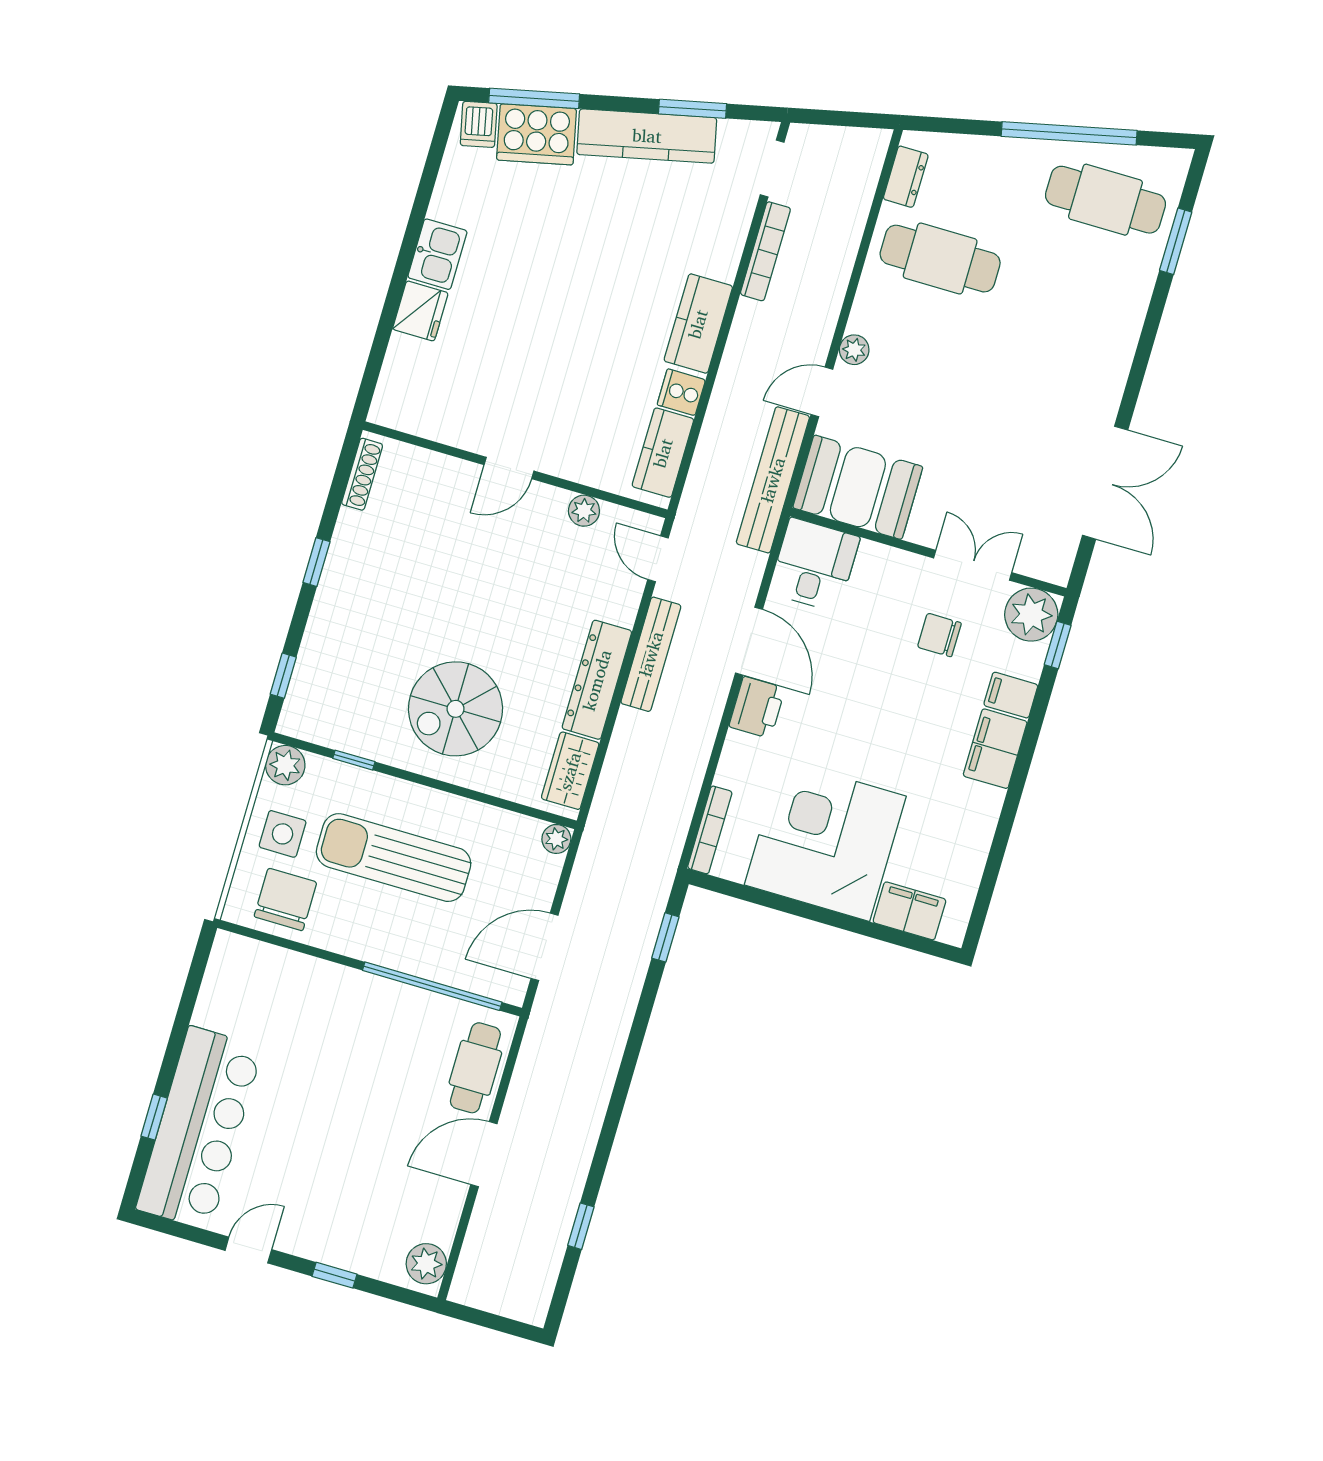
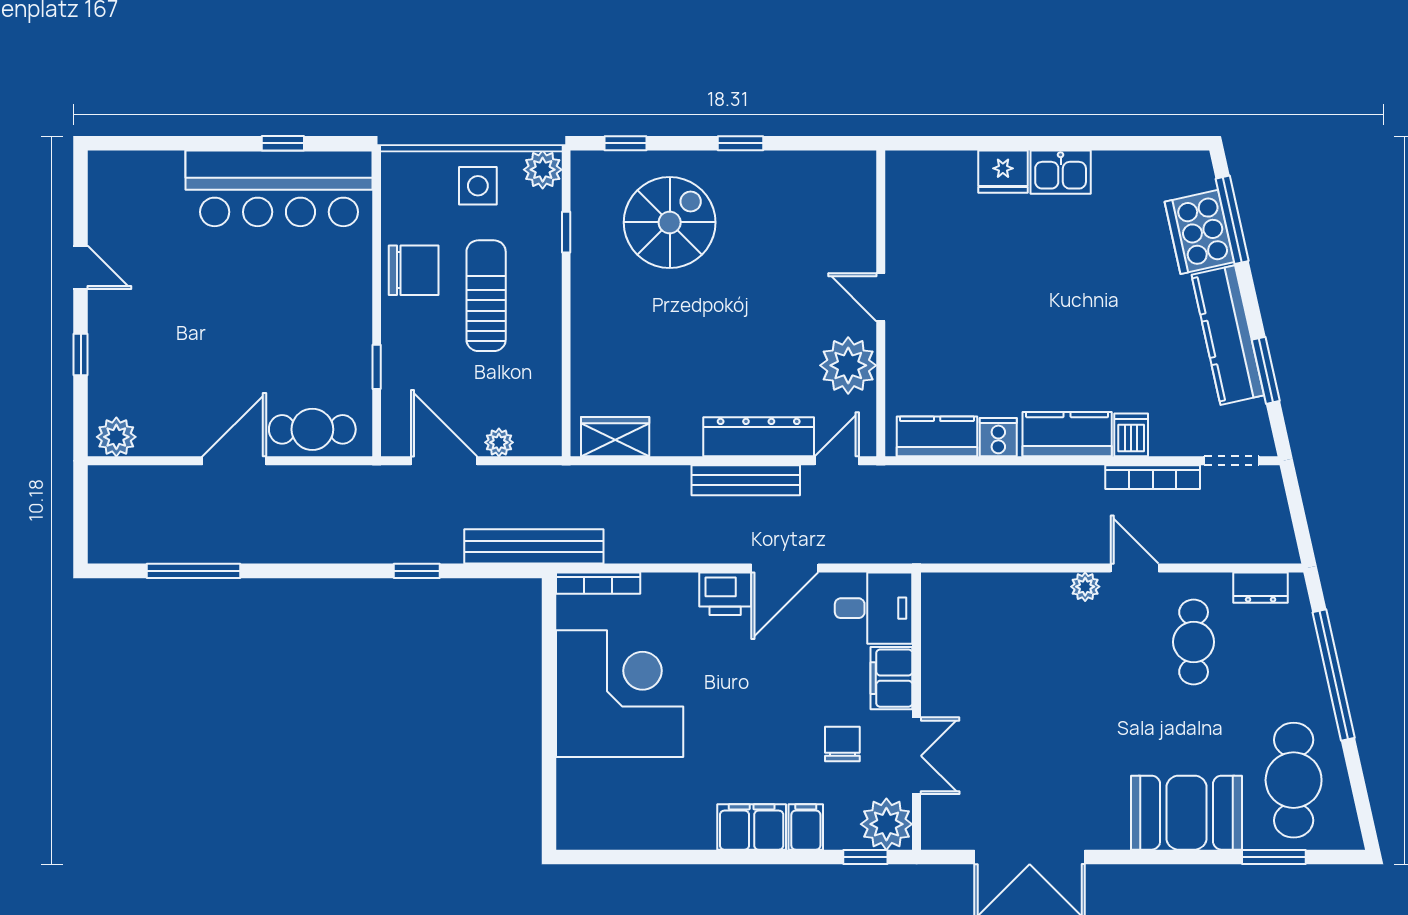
dishwasher: (479, 124) -> (1131, 435), moved, turned 103
window: (1069, 133) -> (1334, 675), moved
cafe table: (940, 259) -> (1194, 642), width x0.73, depth x0.74
door: (822, 392) -> (1135, 568), moved
shoe rack: (362, 474) -> (835, 162), removed
bench: (773, 480) -> (534, 546), moved
booth: (858, 487) -> (1187, 813), moved, turned 90
plant: (584, 511) -> (848, 365), width x1.87, depth x1.87
dresser: (597, 680) -> (759, 437), moved
spiral stairs: (456, 709) -> (670, 222), moved, turned 90
plant: (556, 839) -> (499, 442), moved
sun lounger: (394, 858) -> (486, 296), width x0.73, depth x0.75
chair: (285, 899) -> (414, 270), moved
filing cabinet: (909, 911) -> (891, 678), moved, turned 180
window: (665, 937) -> (417, 571), moved
window: (432, 986) -> (377, 367), width x0.32
window: (154, 1117) -> (283, 143), moved
bar counter: (199, 1128) -> (279, 188), moved
door: (484, 1154) -> (234, 461), hinge flipped
window: (581, 1226) -> (193, 571), width x2.17

